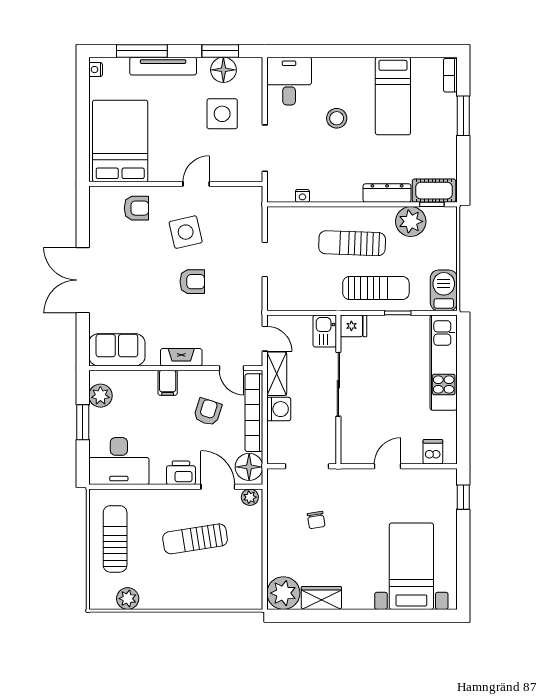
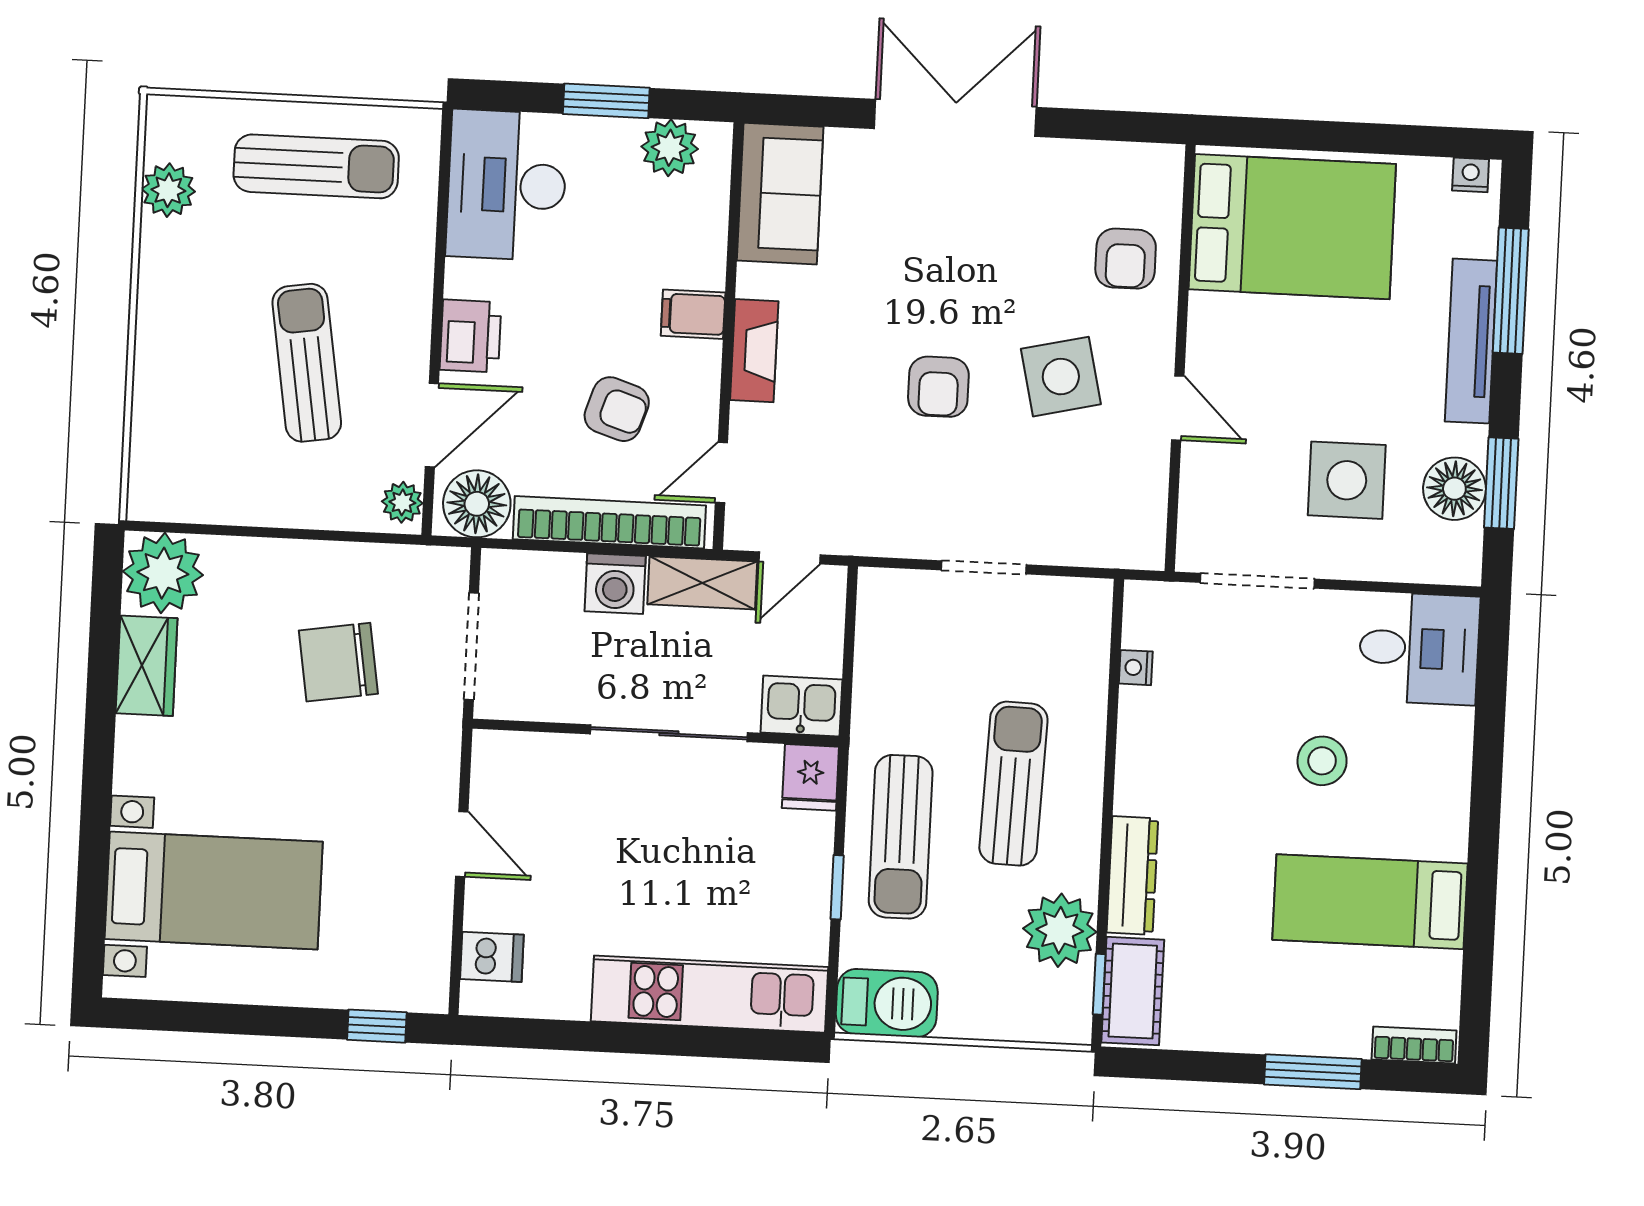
chair: (316, 520) -> (338, 662), width x1.87, depth x1.87

